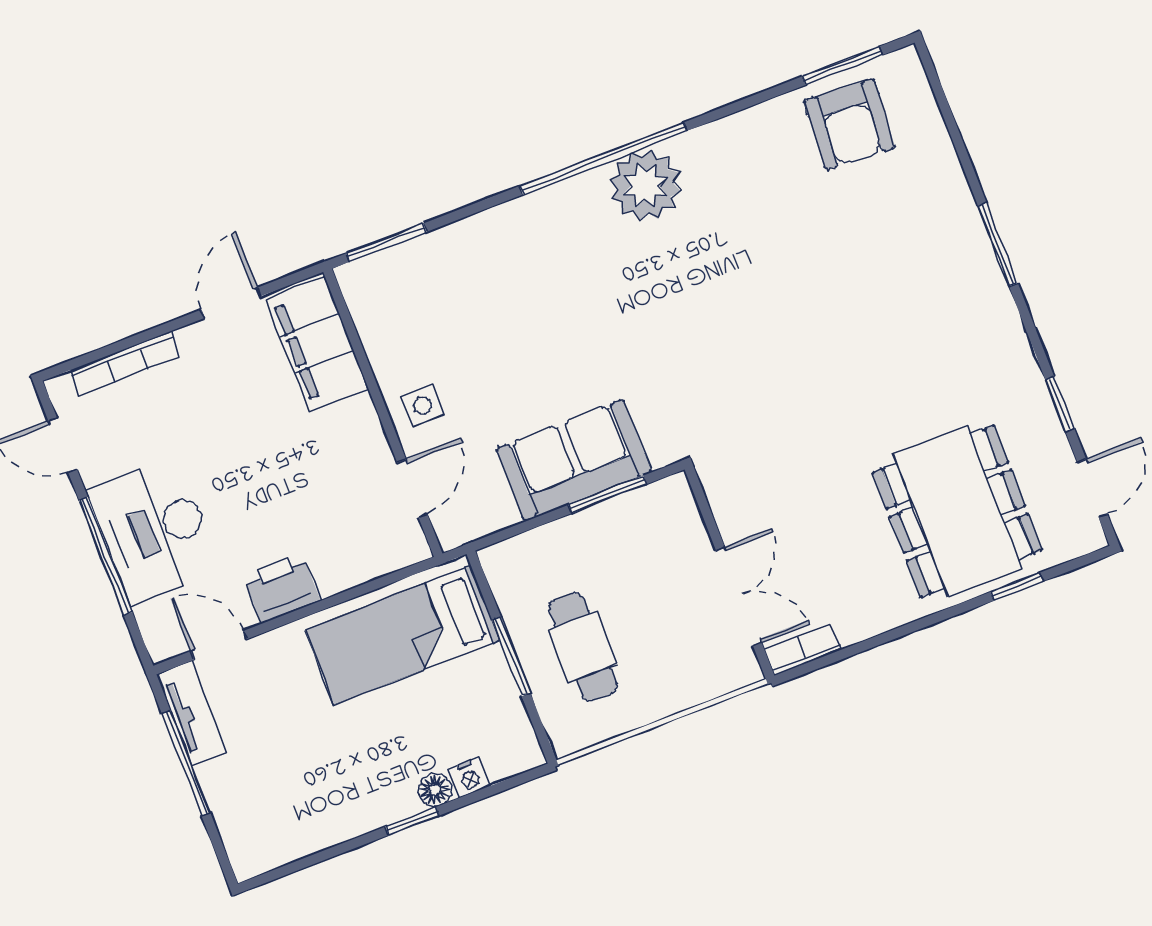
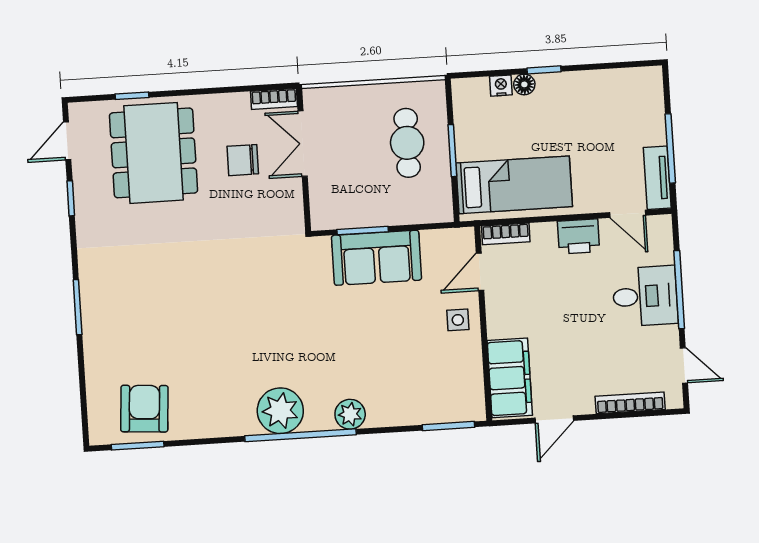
plant: (539, 213) -> (350, 414), added
desk: (154, 530) -> (645, 296), width x0.73
chair: (820, 543) -> (243, 160), added
bookcase: (392, 557) -> (506, 234), added

